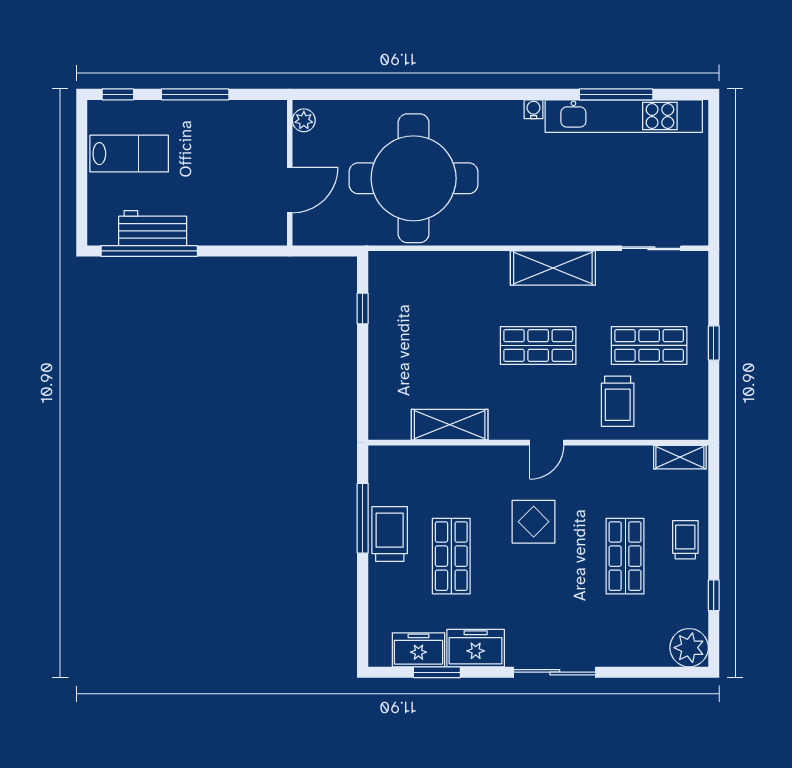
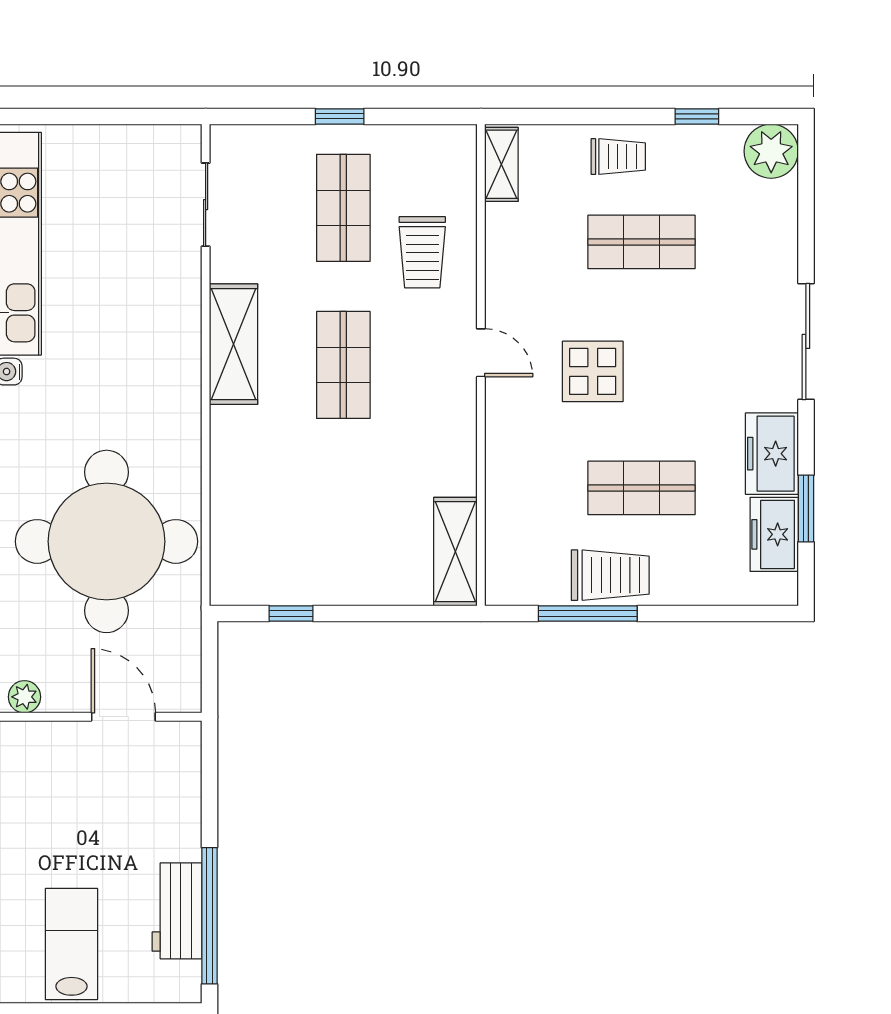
trolley: (618, 401) -> (422, 252), turned 90
shelving: (450, 425) -> (455, 552), moved
trolley: (390, 534) -> (610, 575), turned 180
trolley: (685, 540) -> (618, 157), turned 180

